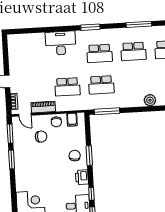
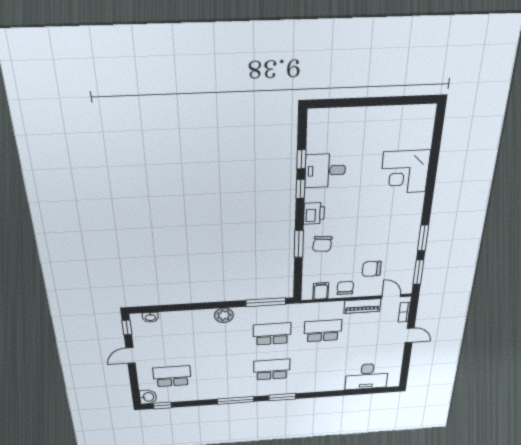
window: (139, 24) -> (236, 400), moved
desk: (61, 43) -> (367, 376), moved
school desk: (133, 51) -> (222, 373), removed
plant: (150, 100) -> (224, 315), moved

